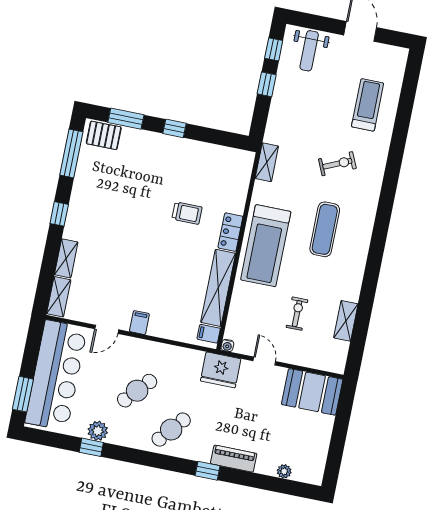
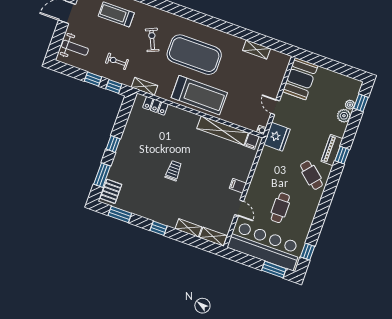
window: (274, 49) -> (114, 86), moved
window: (71, 153) -> (120, 214), width x0.69
trolley: (187, 213) -> (173, 171), moved
exercise mat: (325, 229) -> (194, 55), width x2.00, depth x1.45
locker: (230, 232) -> (155, 106), moved
exercise bike: (297, 314) -> (117, 61), moved
door: (264, 361) -> (275, 107), hinge flipped
cafe table: (137, 391) -> (280, 208), moved, turned 48
plant: (98, 431) -> (344, 116), moved
window: (91, 447) -> (308, 252), moved
piano: (234, 459) -> (332, 150), moved
window: (289, 487) -> (361, 103), added

